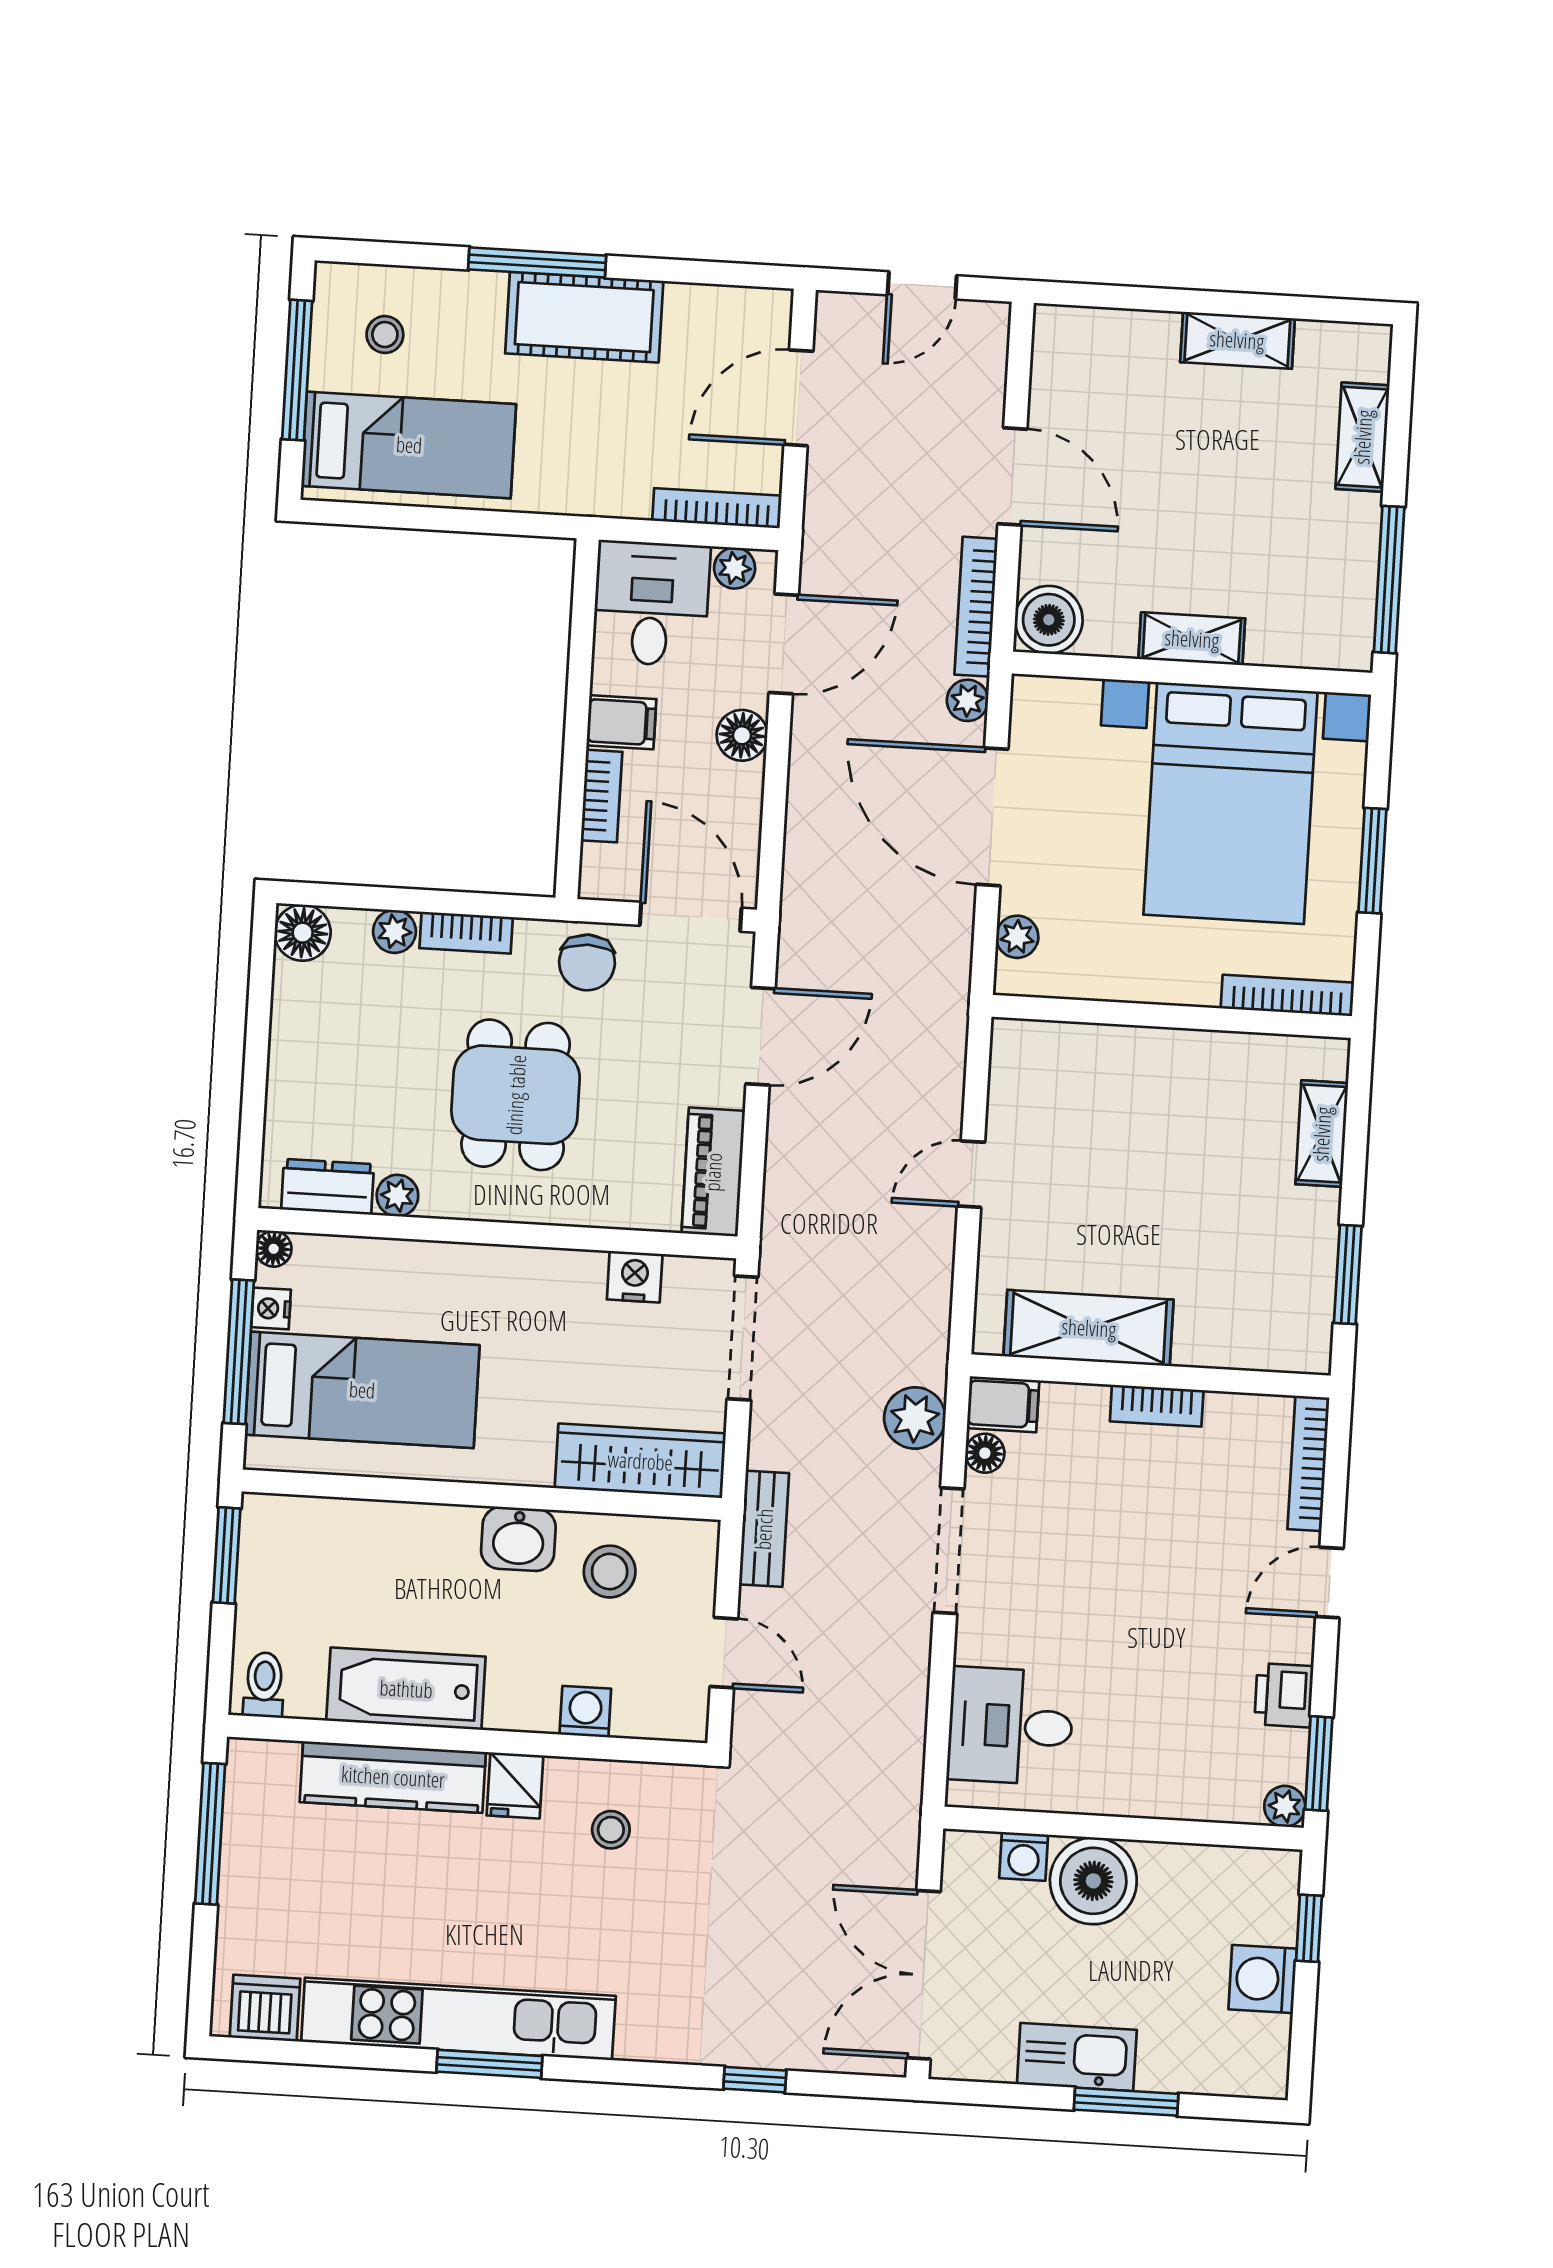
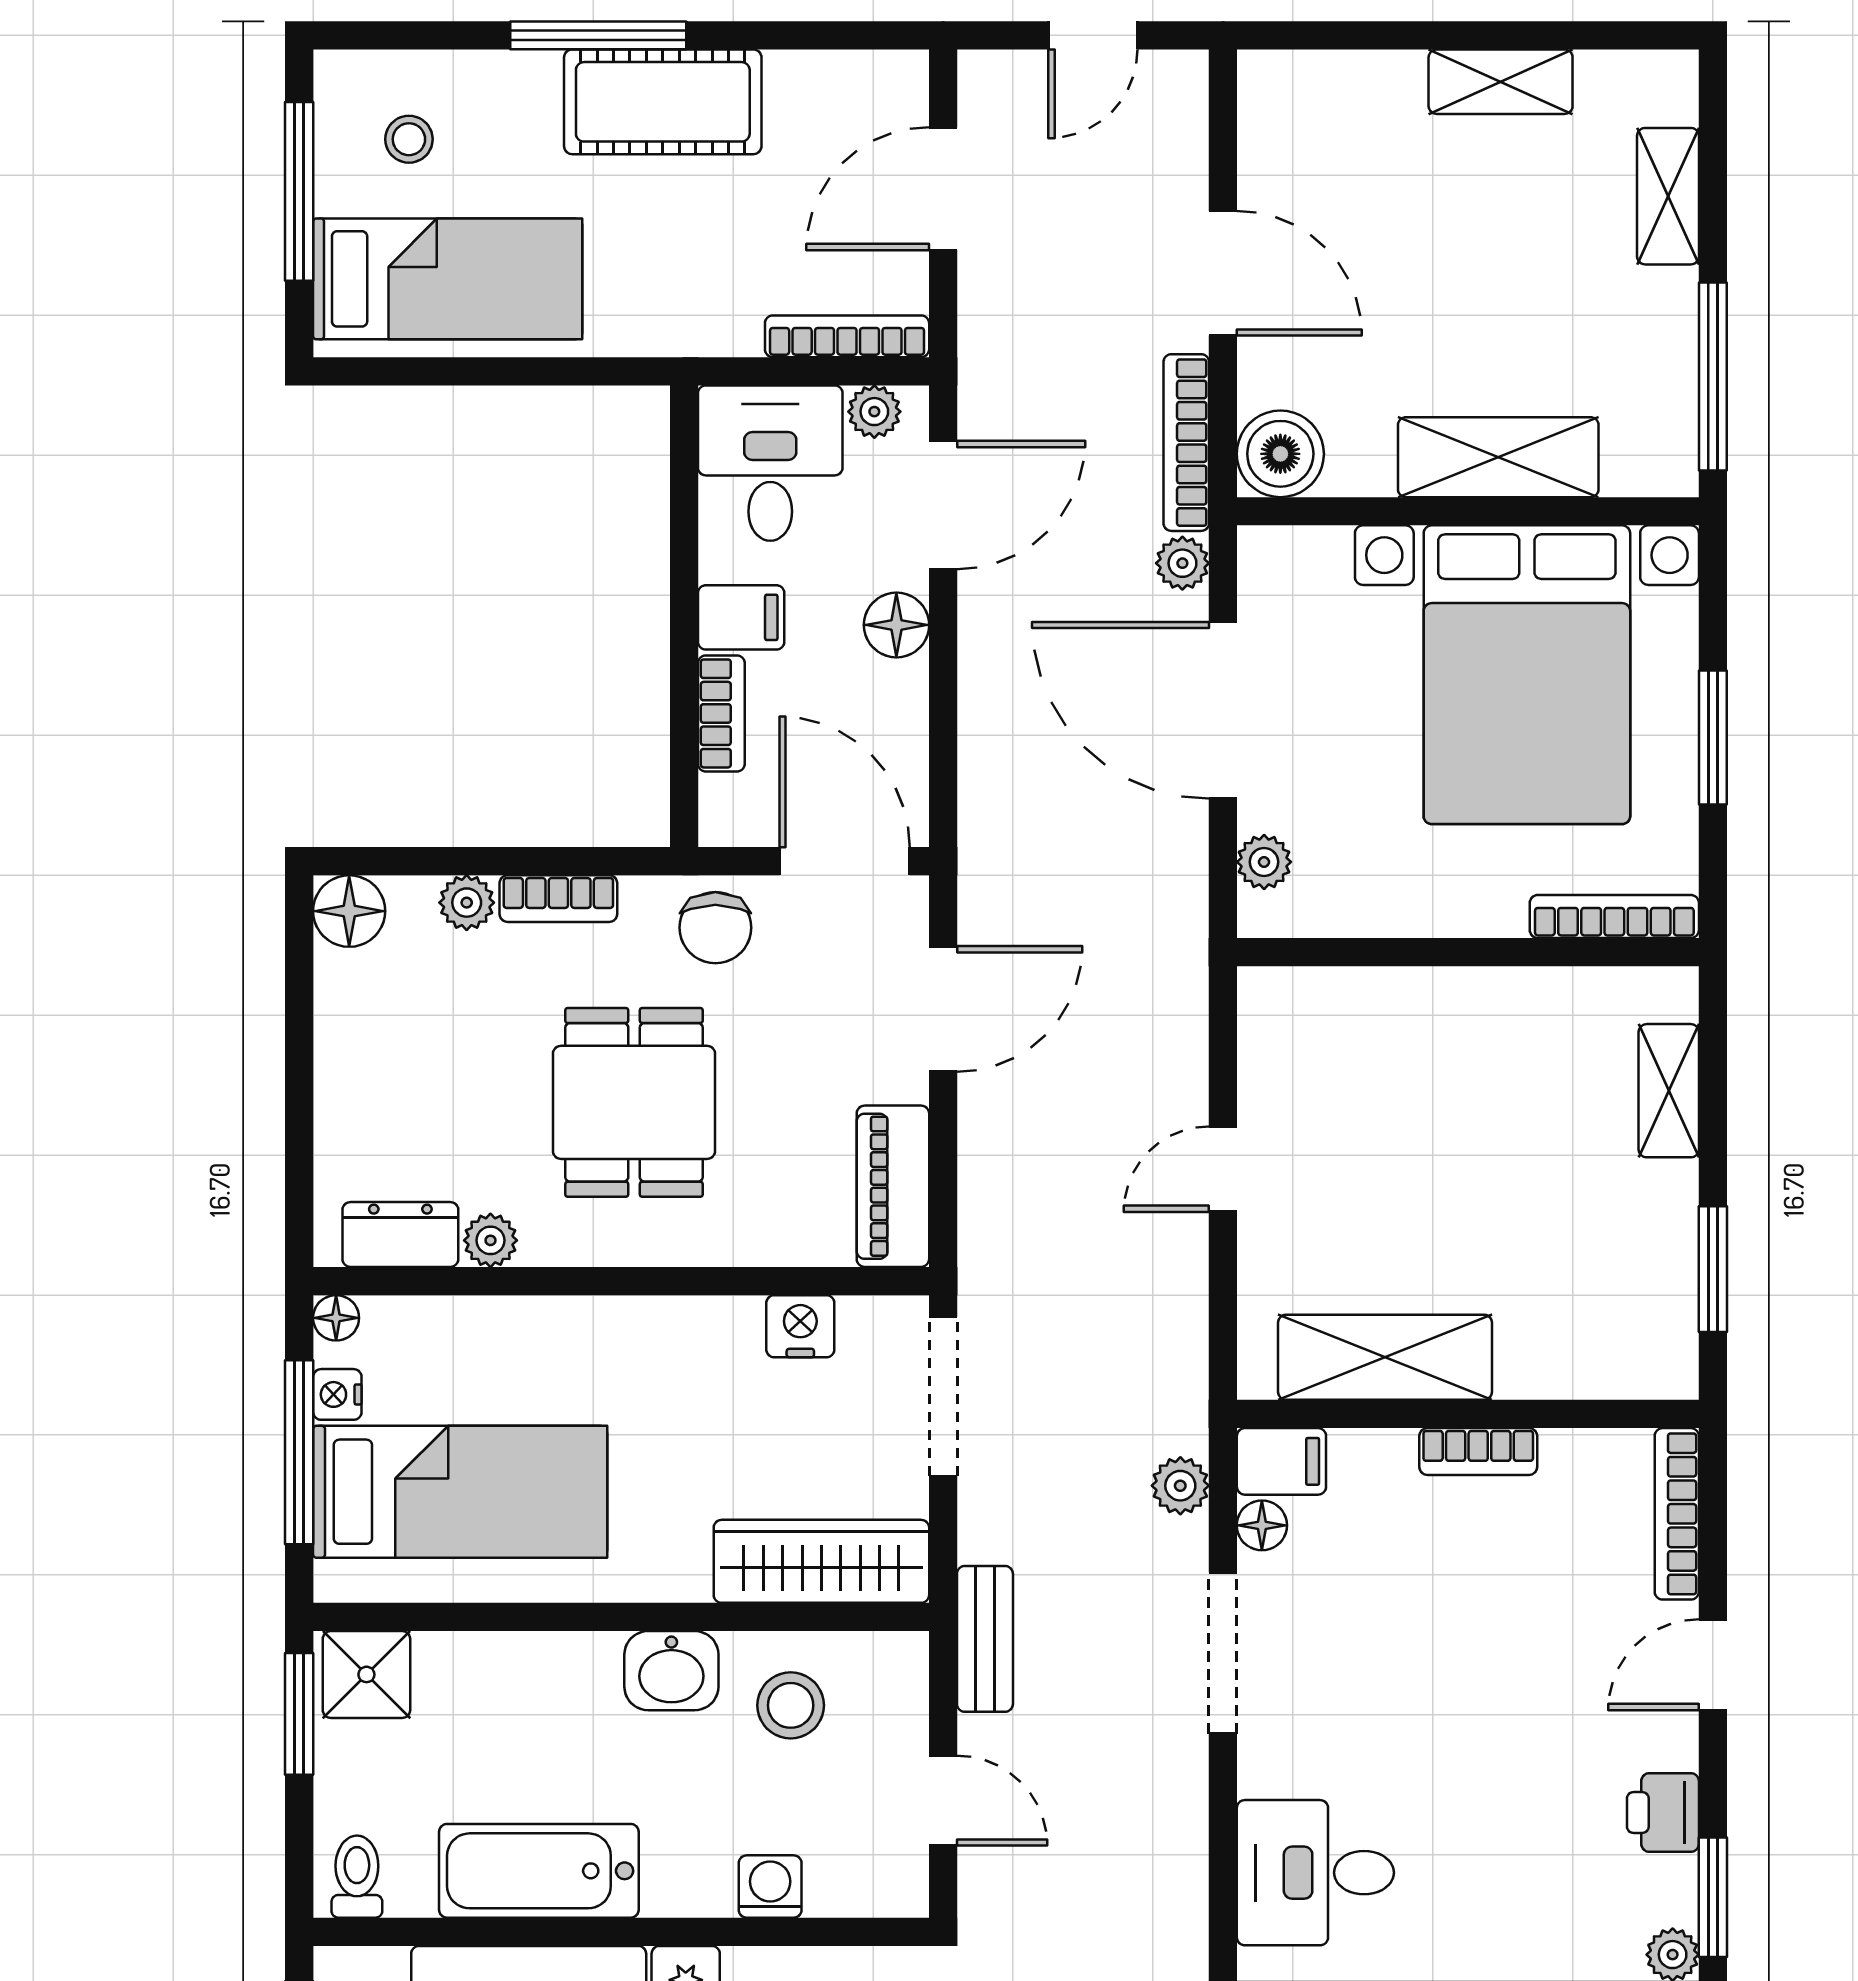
shelving: (1192, 639) -> (1498, 457), width x1.50, depth x1.33
plant: (915, 1418) -> (1180, 1486), width x0.73, depth x0.73
shower: (281, 1528) -> (366, 1674), added

